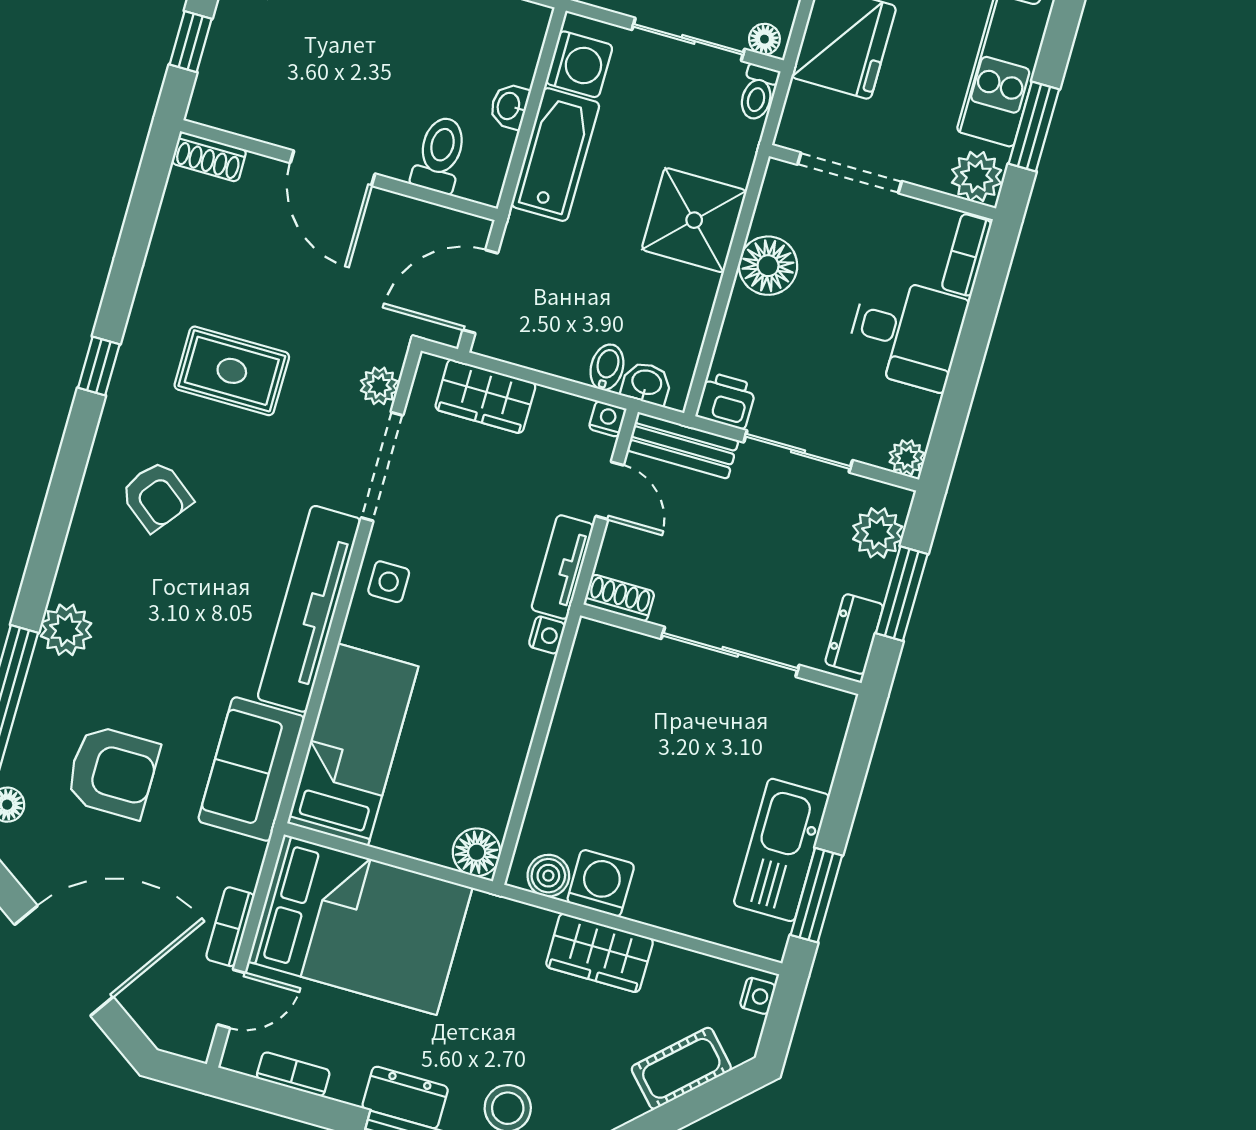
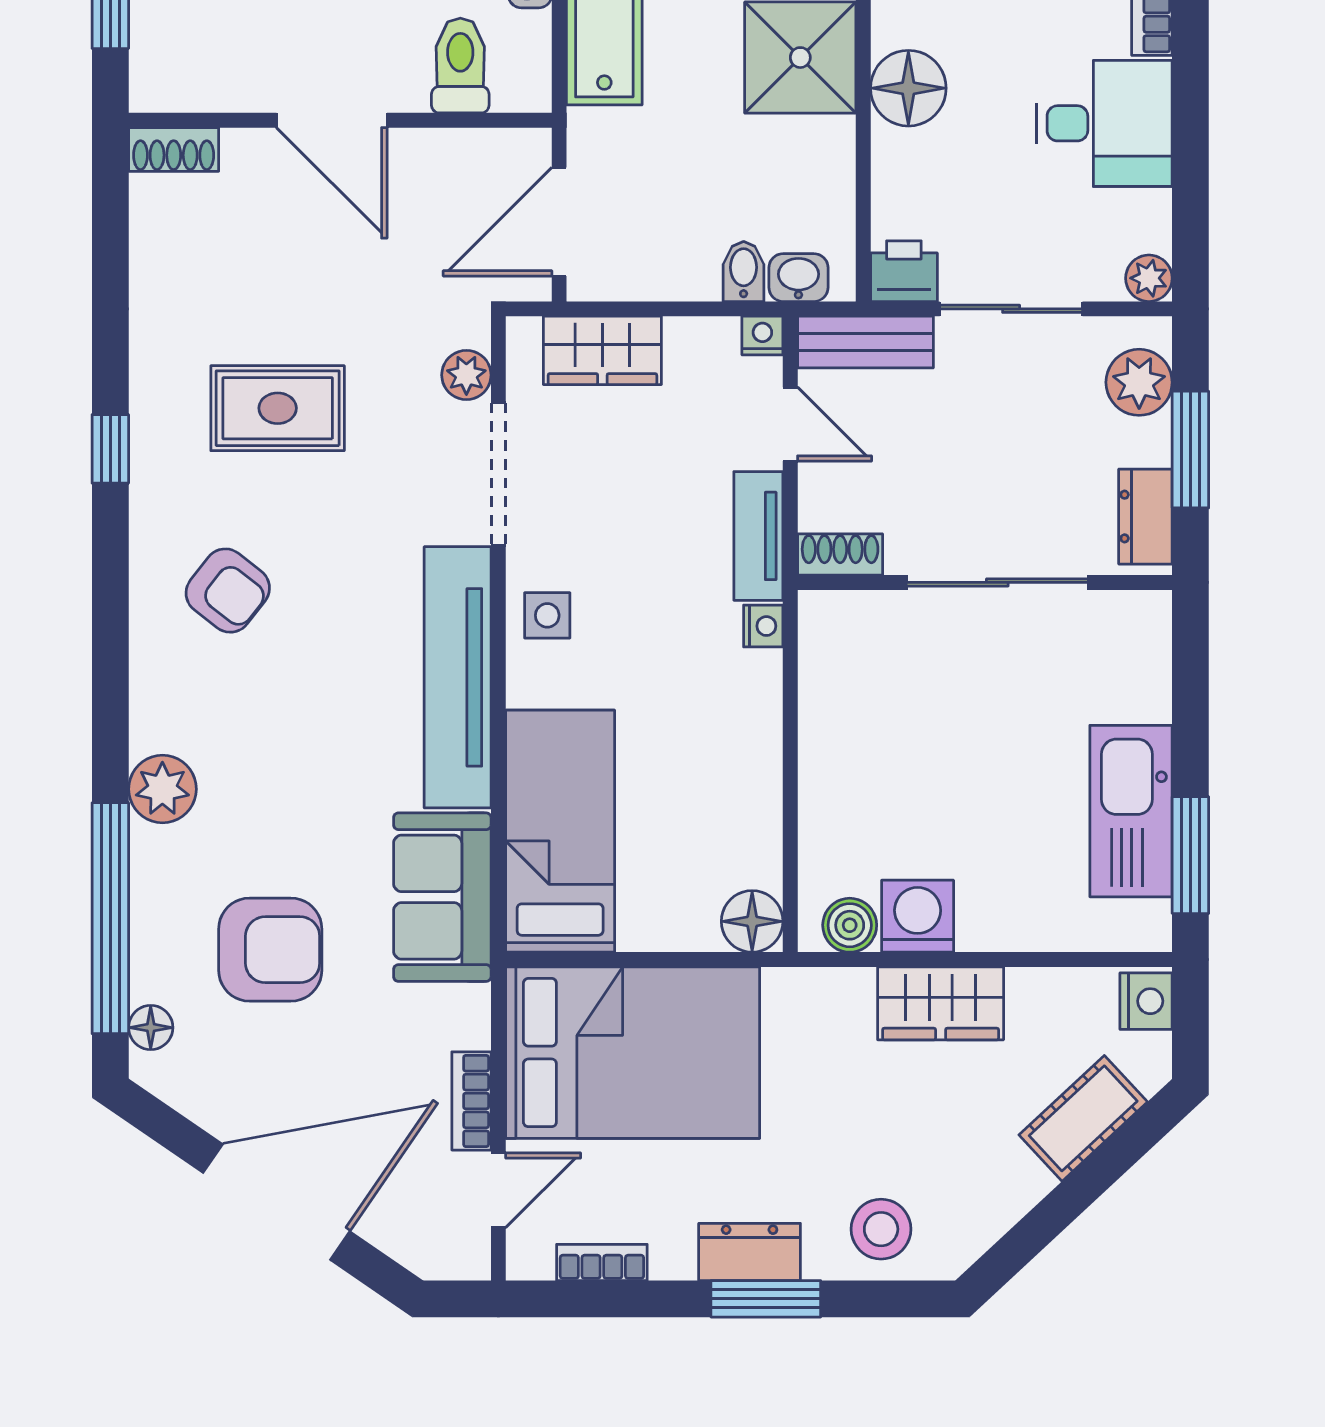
nightstand: (758, 996) -> (1146, 1001), width x1.39, depth x1.35

